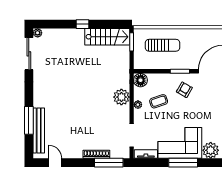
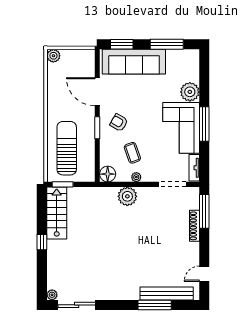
sun lounger: (163, 45) -> (67, 148), width x1.36, depth x1.34

